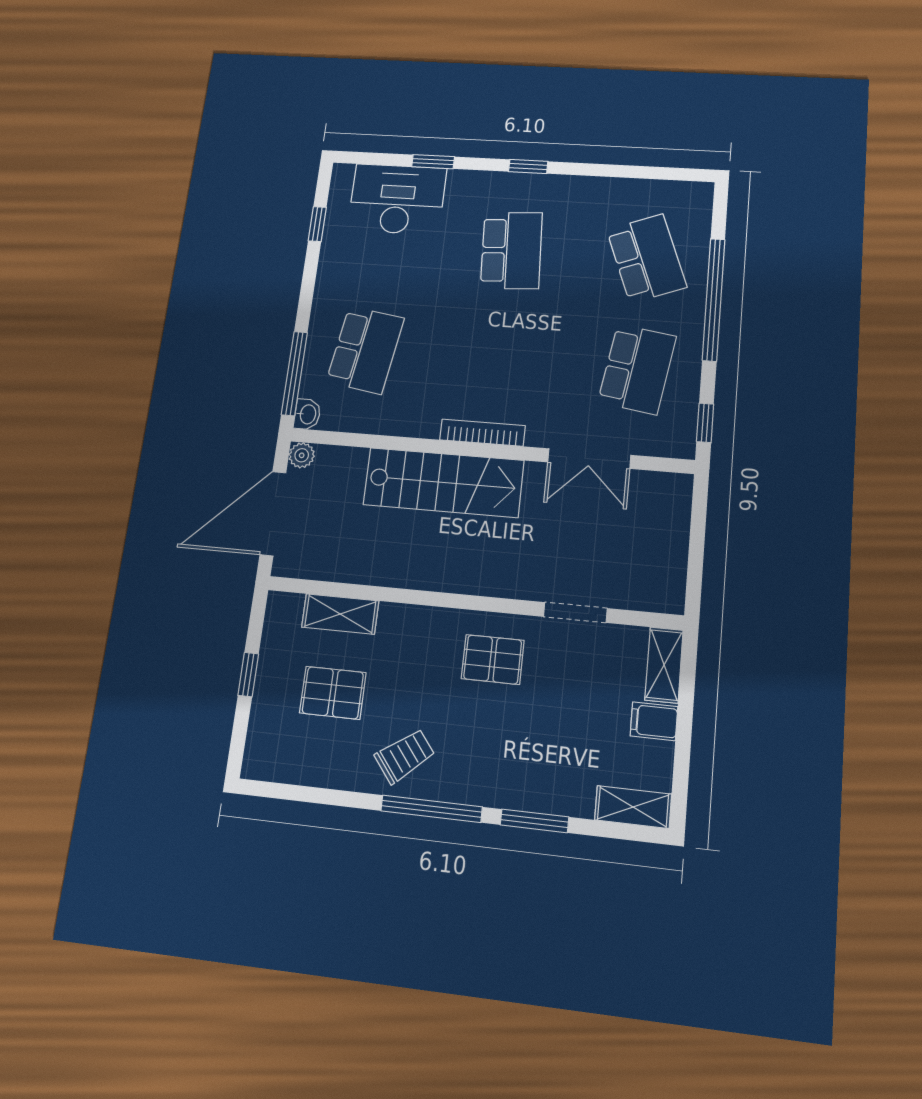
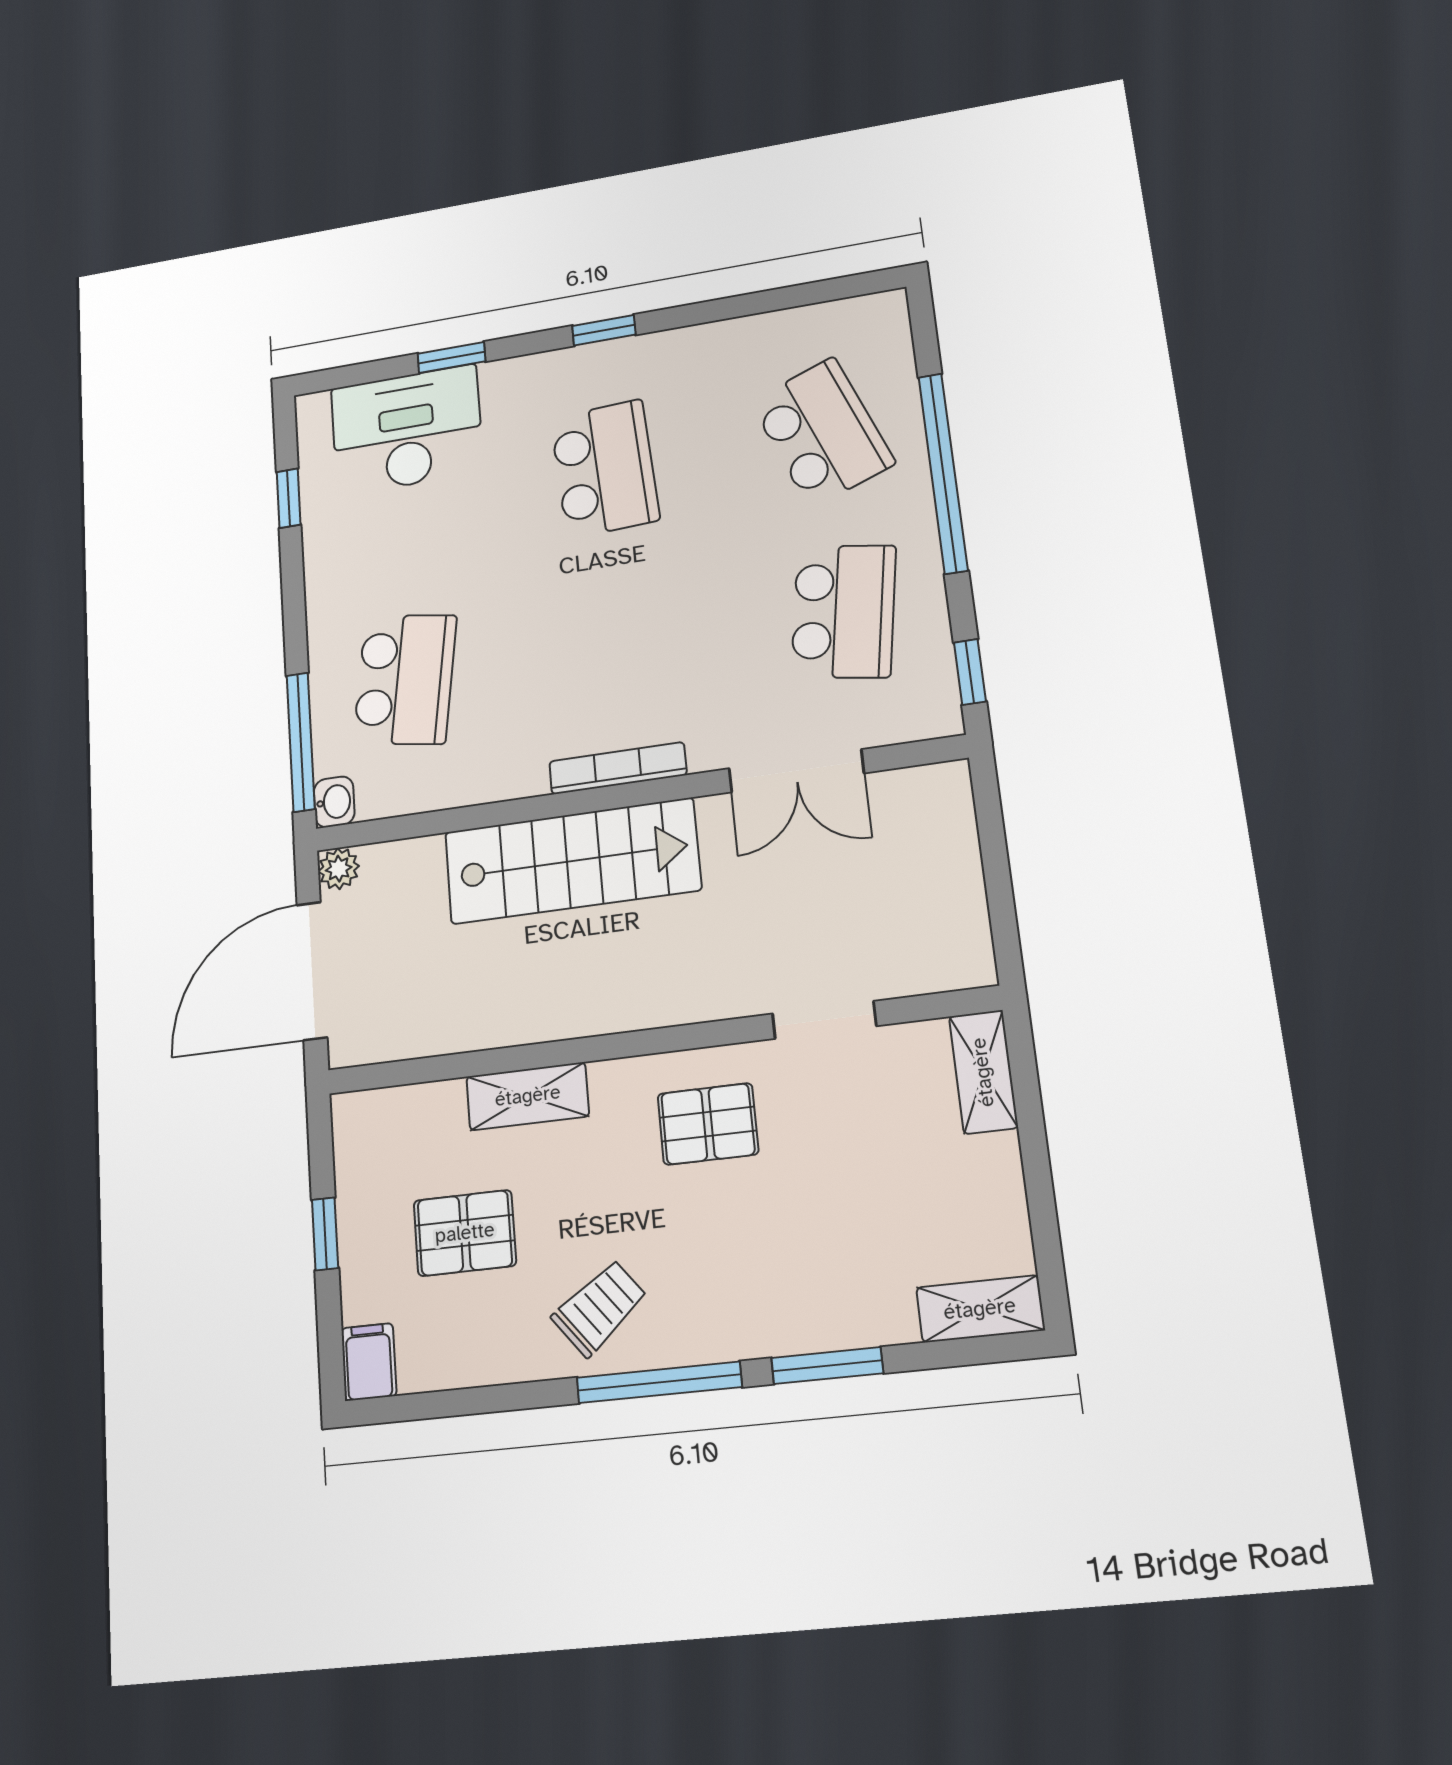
shelving: (340, 614) -> (528, 1096), moved
filing cabinet: (654, 721) -> (369, 1362), moved, turned 90

